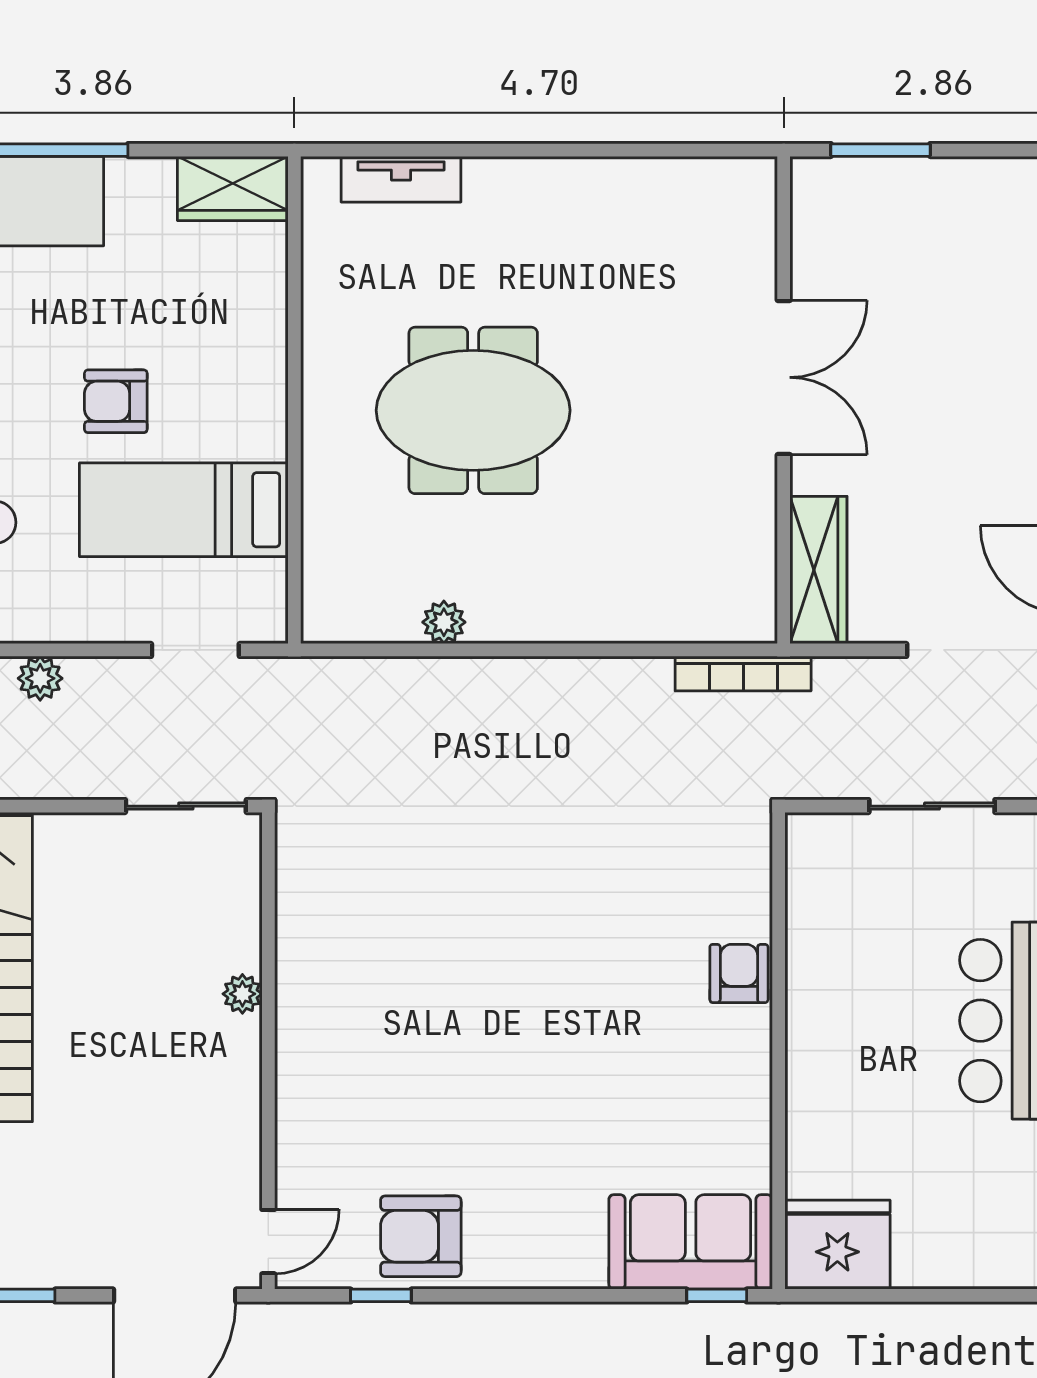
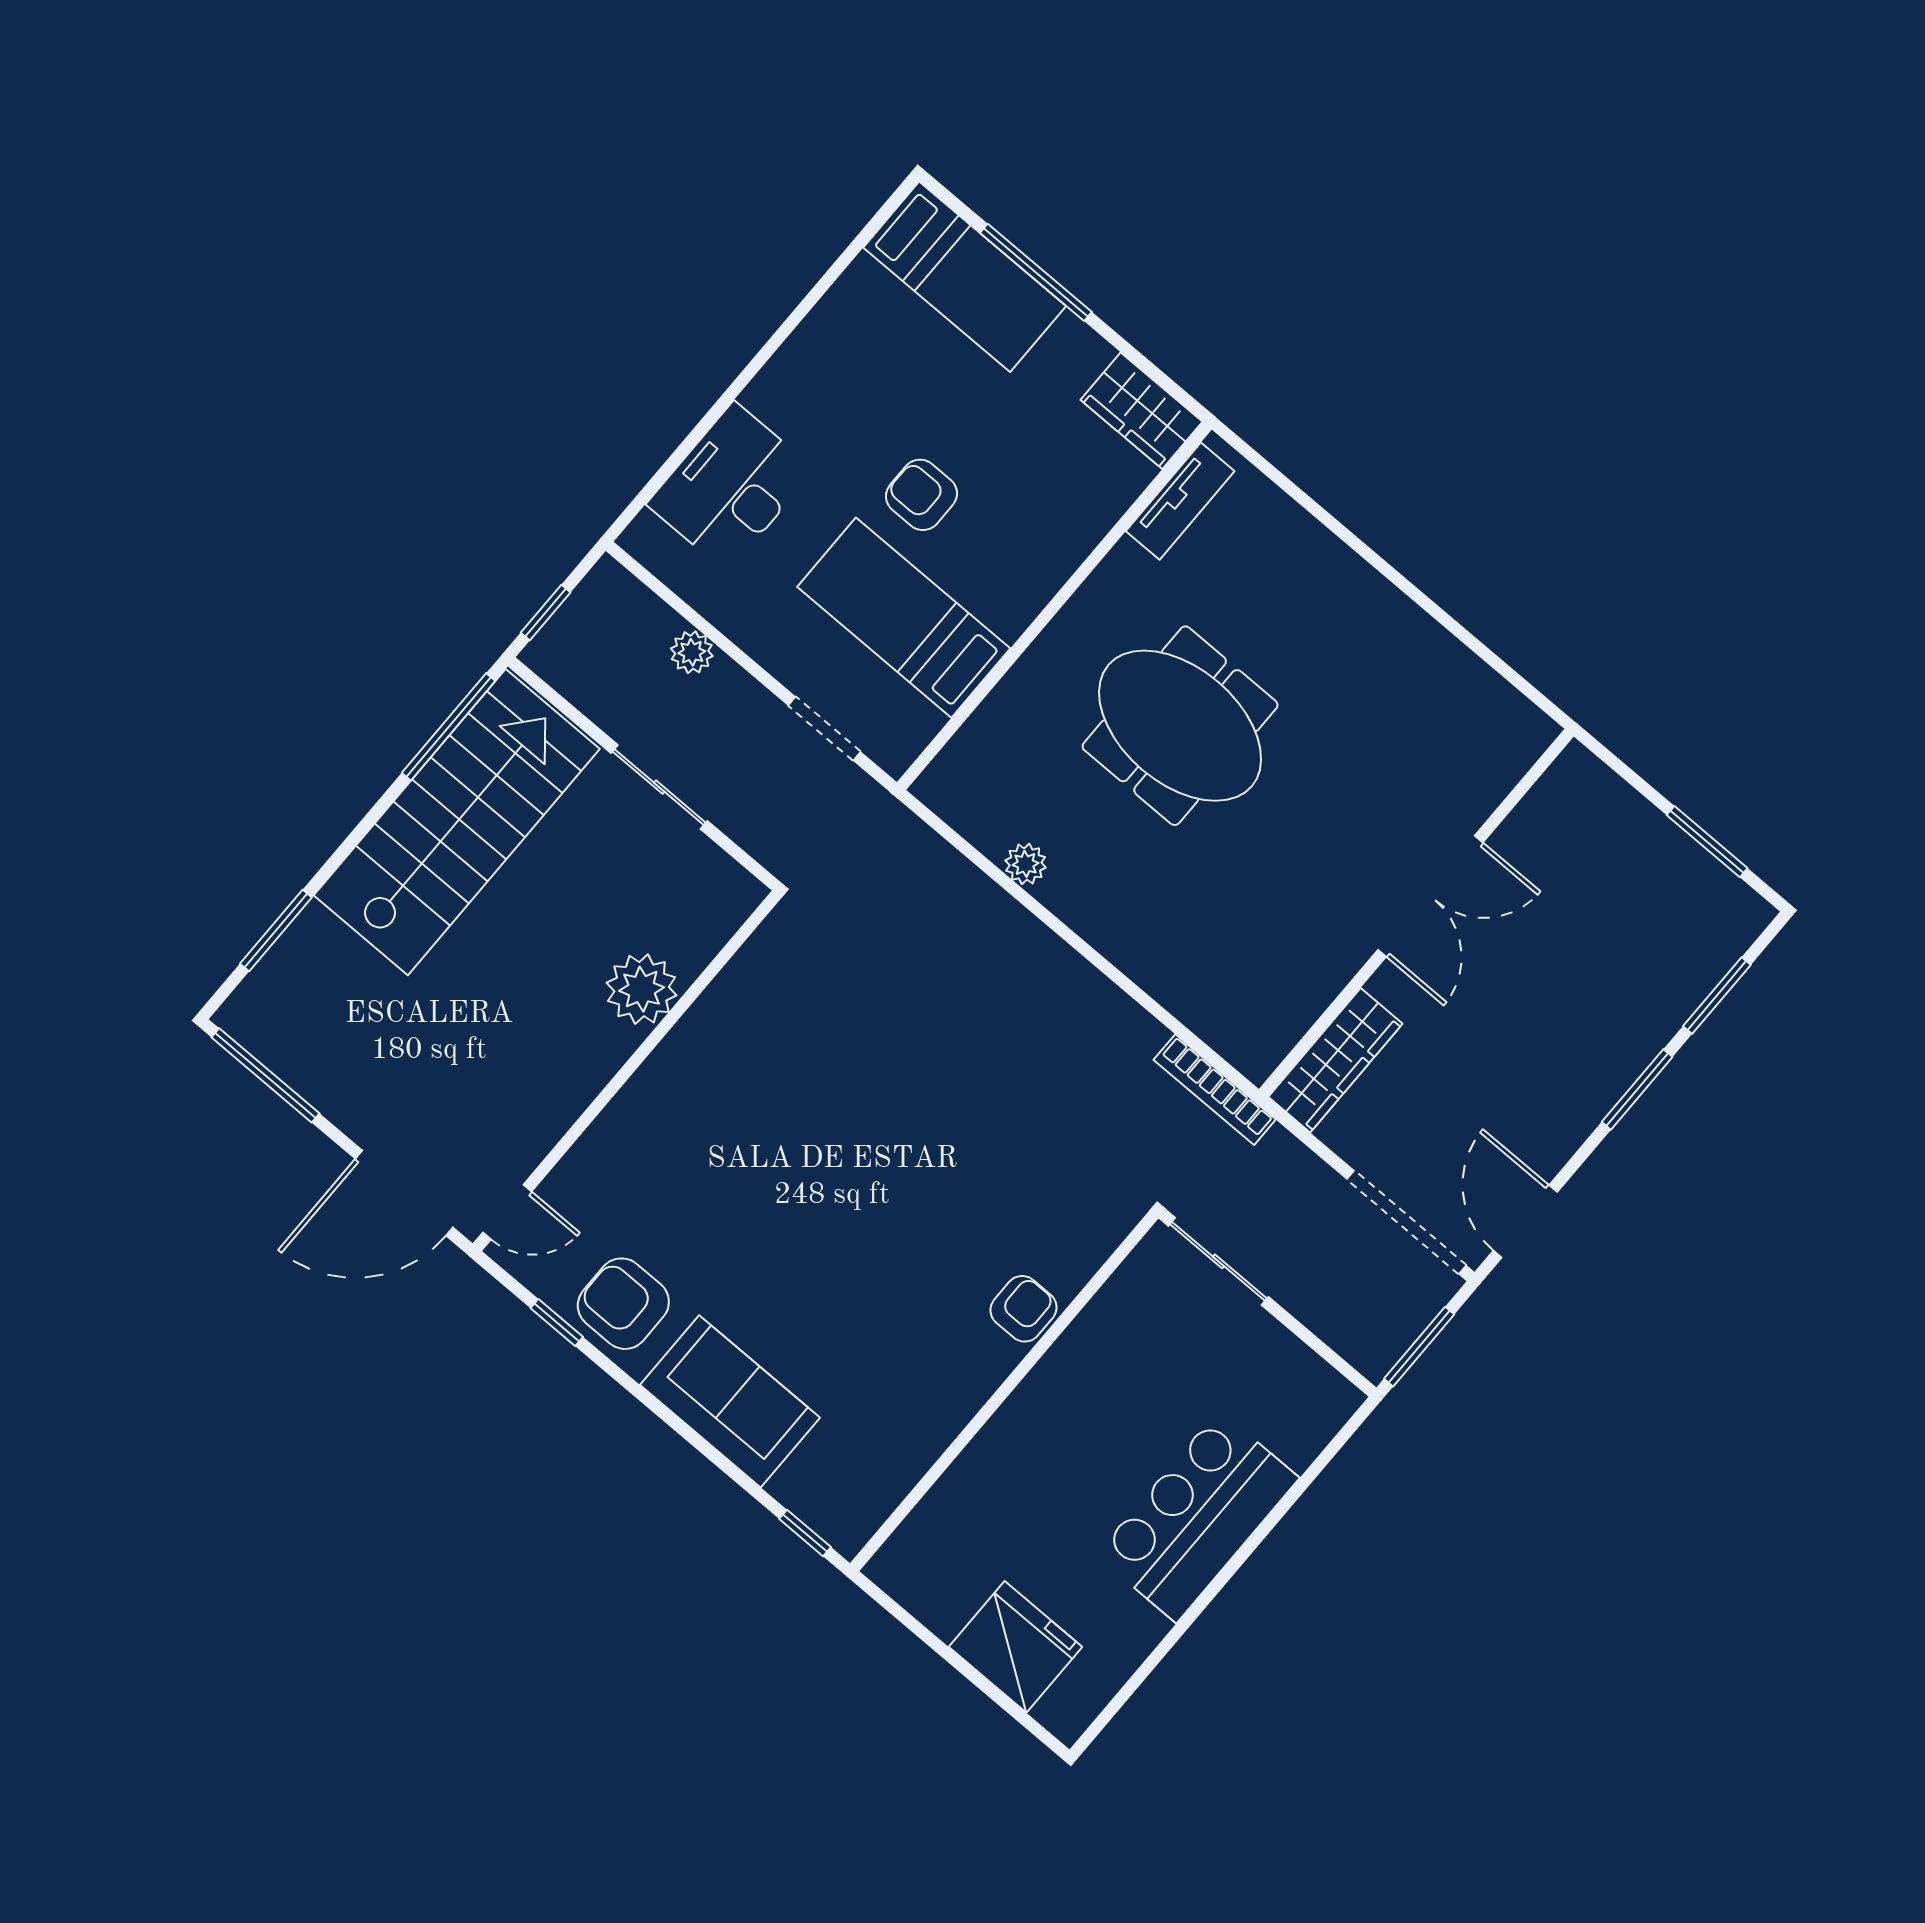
window: (880, 150) -> (1707, 842), moved
tv unit: (401, 179) -> (1180, 501), moved, turned -90
sliding door: (186, 806) -> (659, 787), moved
sliding door: (932, 806) -> (1218, 1261), moved
plant: (242, 994) -> (642, 989), width x1.88, depth x1.88
sofa: (691, 1242) -> (730, 1401), moved
fridge: (837, 1245) -> (1015, 1647), moved

